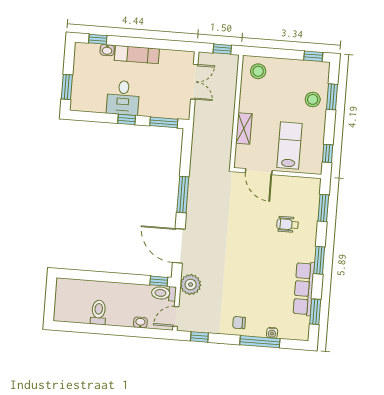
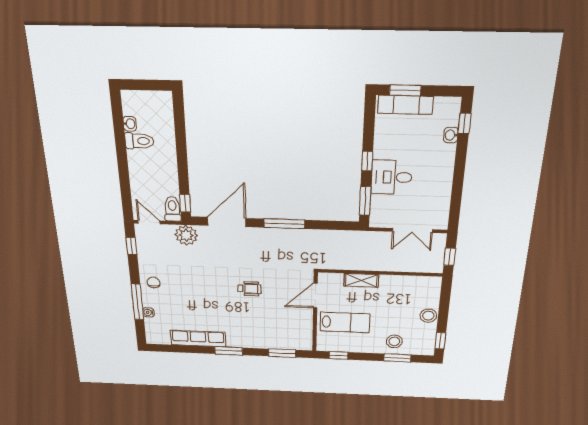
exam couch: (137, 55) -> (405, 105), moved, turned -90
stool: (258, 71) -> (428, 316), moved
desk: (123, 98) -> (391, 177), moved
wheelchair: (288, 224) -> (250, 289), moved, turned 90
window: (315, 312) -> (177, 349), removed
washbasin: (140, 322) -> (130, 124), moved

